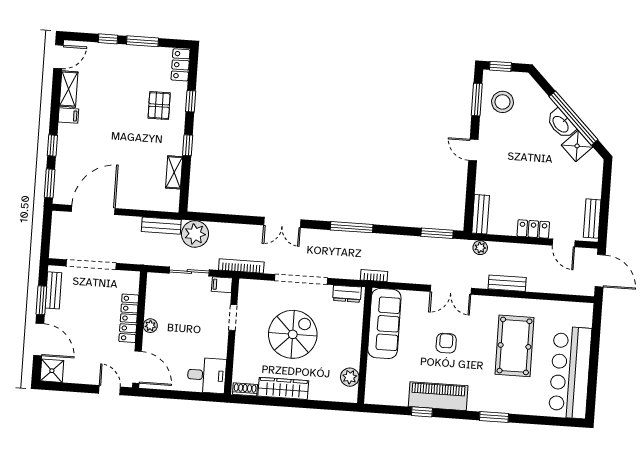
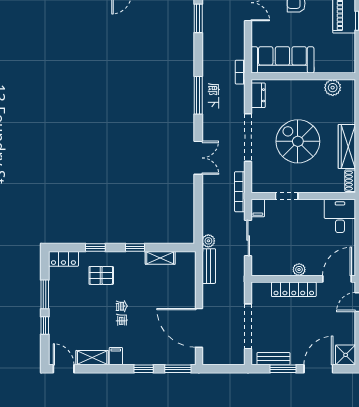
plant: (195, 234) -> (208, 241), width x0.53, depth x0.53

